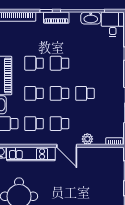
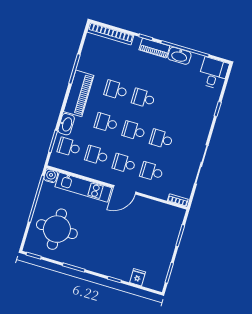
washbasin: (91, 18) -> (179, 56), moved
school desk: (85, 124) -> (152, 172), added
plant: (87, 139) -> (149, 189), removed
door: (67, 146) -> (125, 190), hinge flipped

